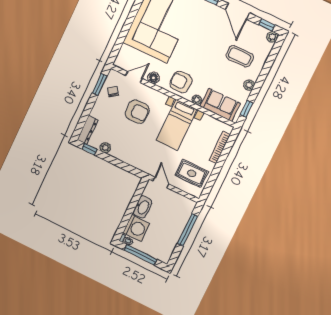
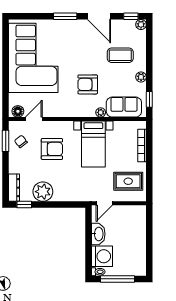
floor lamp: (153, 78) -> (18, 111), moved
armchair: (181, 82) -> (88, 84), moved
plant: (105, 148) -> (43, 192), width x1.88, depth x1.88
door: (161, 183) -> (104, 203), swing flipped
window: (188, 230) -> (149, 235), removed

